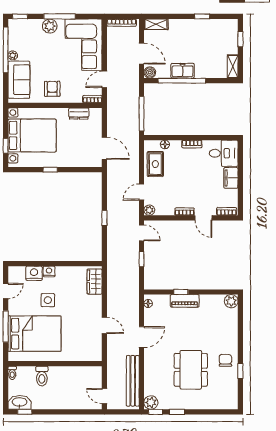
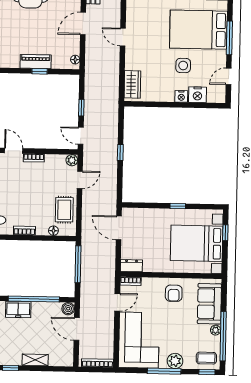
shelving: (156, 24) -> (35, 360), moved
coffee table: (21, 29) -> (206, 358), added
freezer: (183, 71) -> (18, 309), moved
dresser: (79, 114) -> (131, 266), moved

